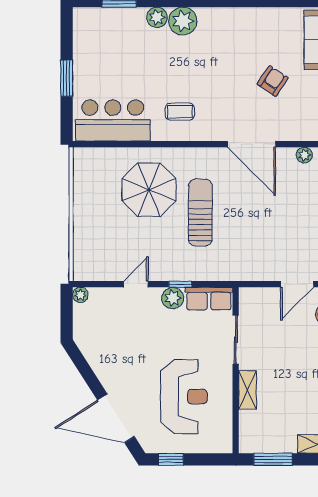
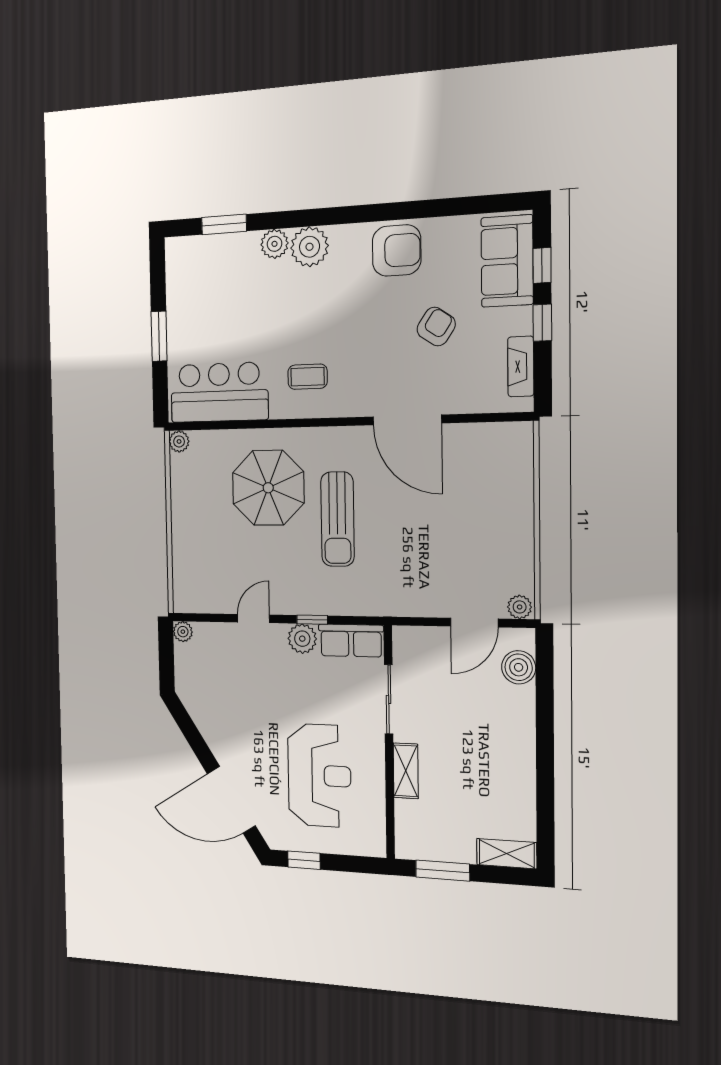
armchair: (246, 28) -> (397, 250), added
plant: (304, 155) -> (179, 441), moved
sun lounger: (200, 213) -> (337, 519), turned 180

